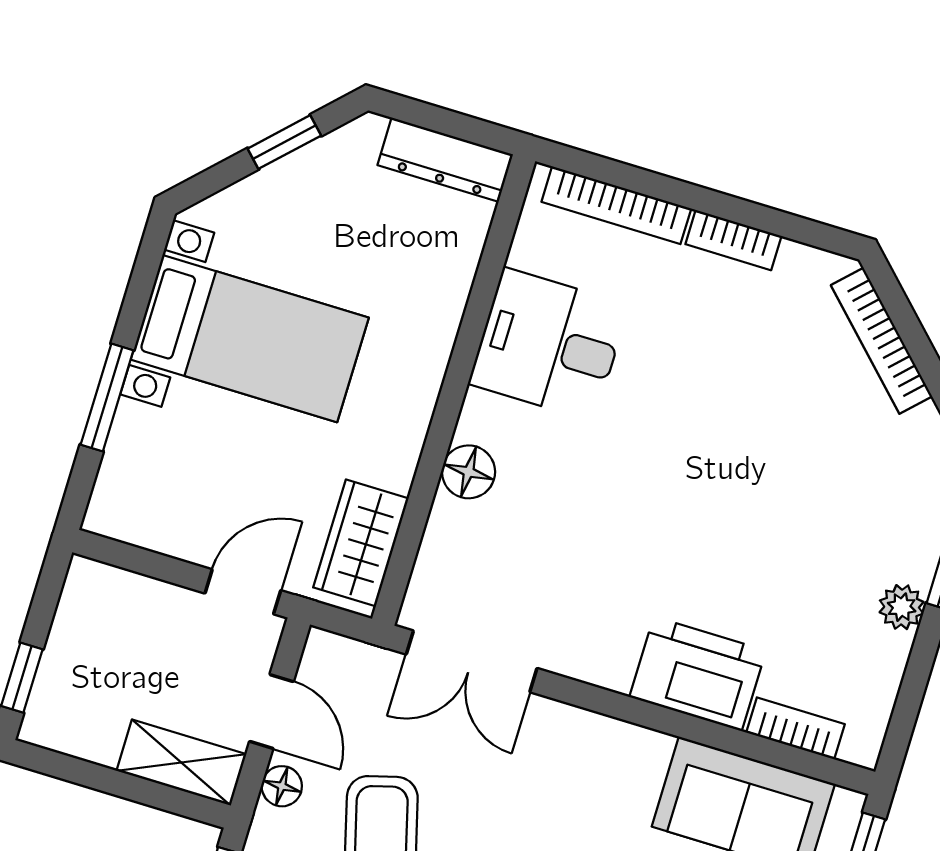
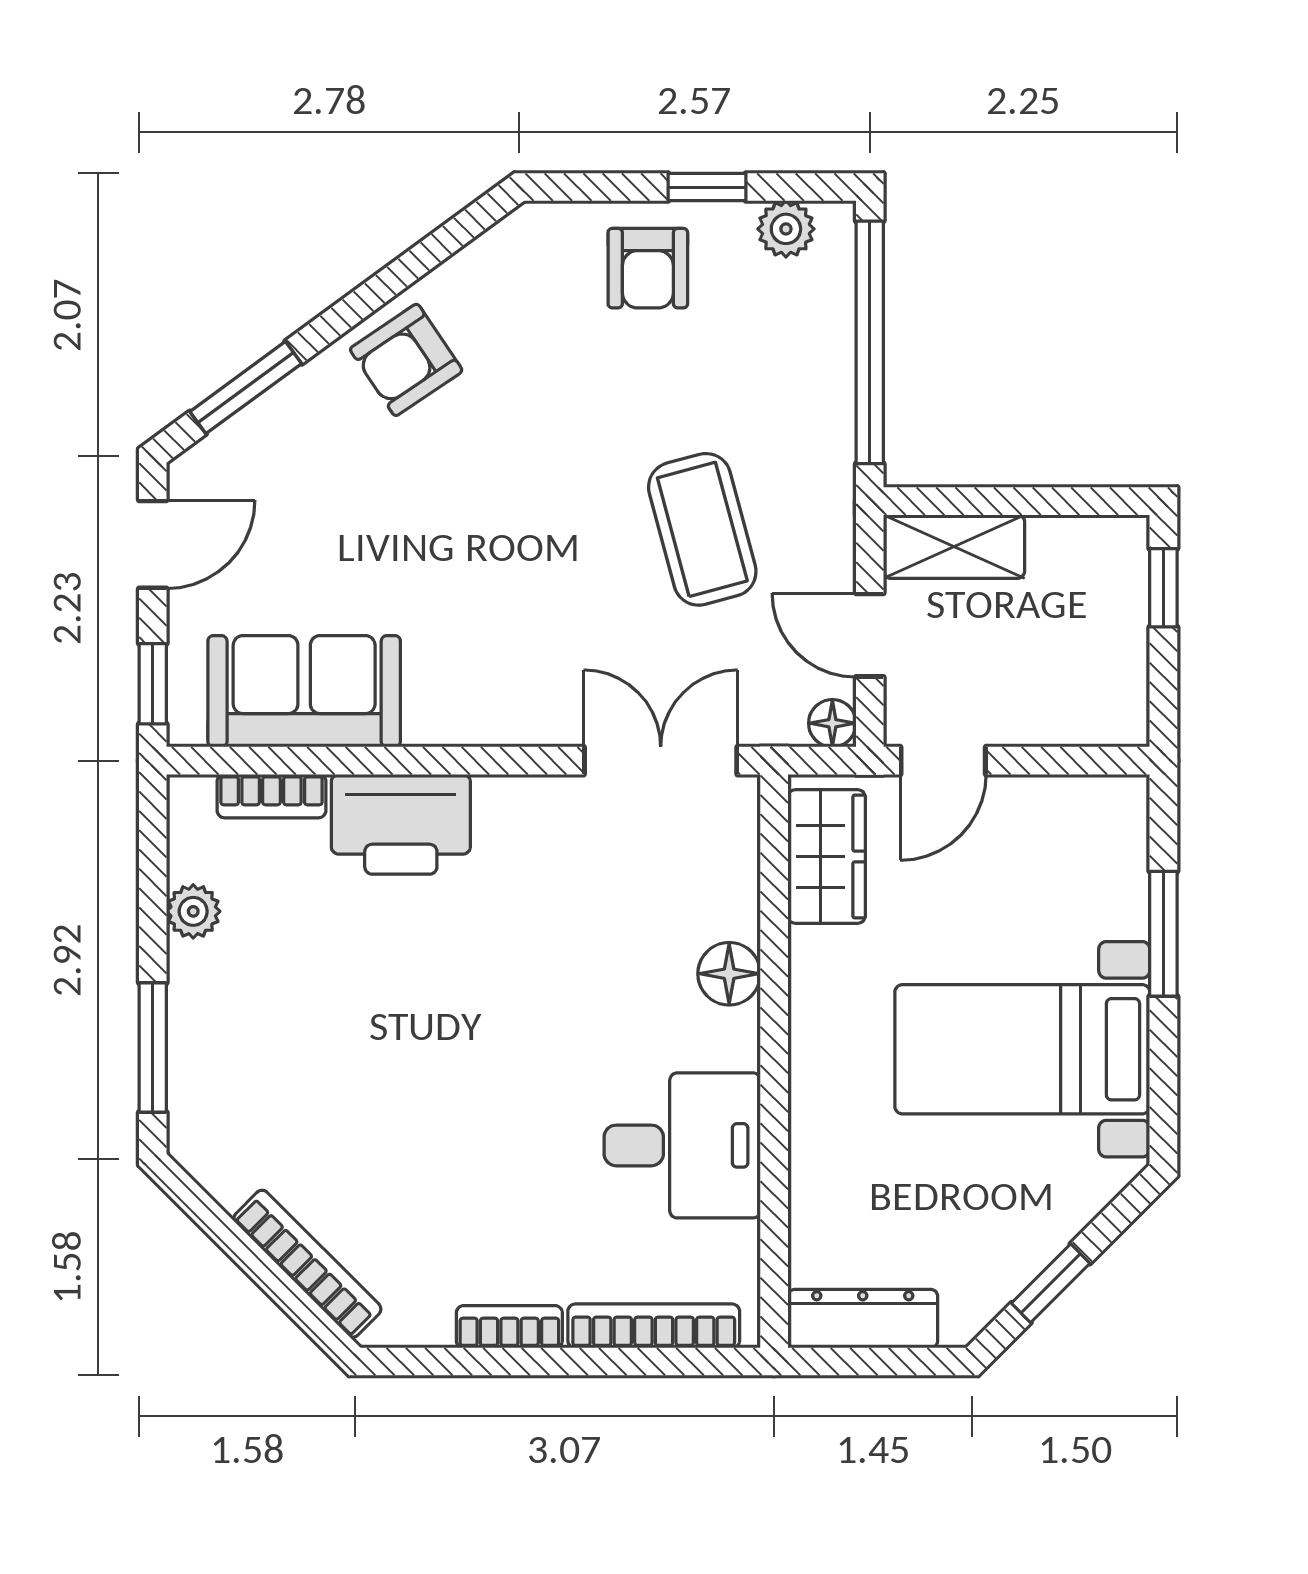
plant: (902, 607) -> (193, 911), moved
floor lamp: (282, 786) -> (832, 723), moved

